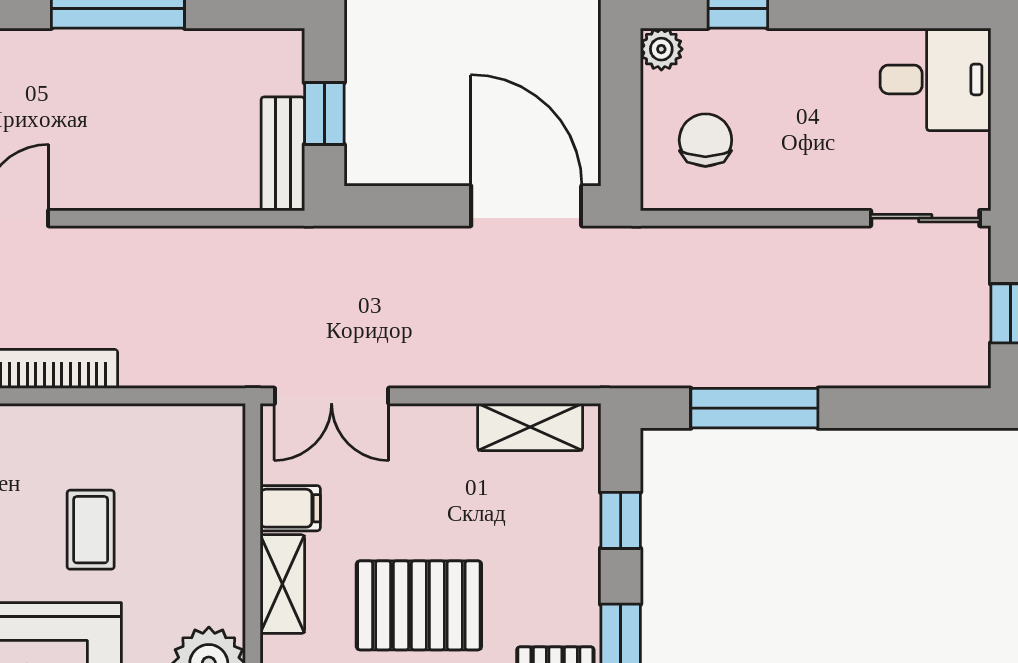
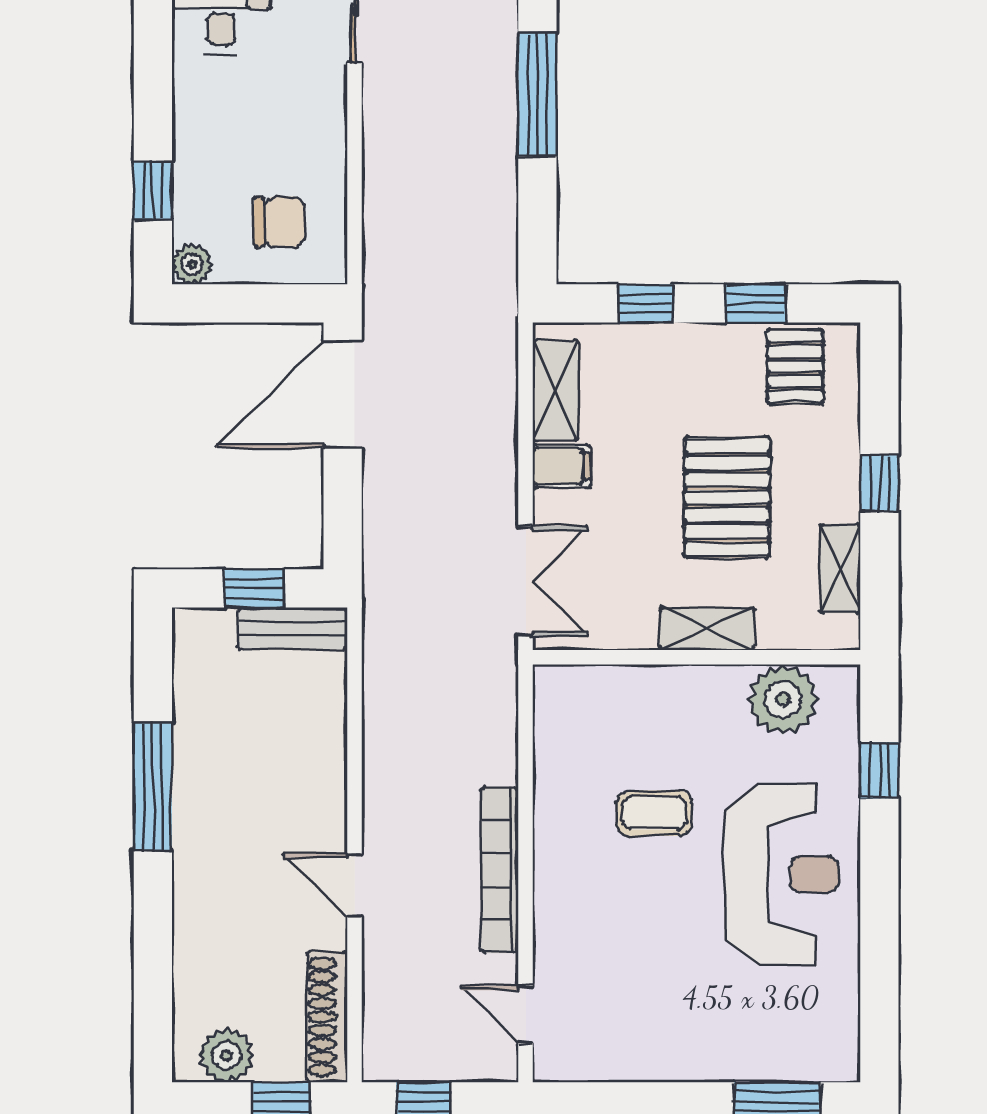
chair: (705, 140) -> (279, 222), turned 180
window: (754, 408) -> (537, 94), moved
filing cabinet: (290, 508) -> (562, 466), moved, turned 90

